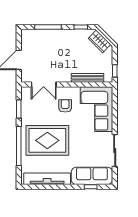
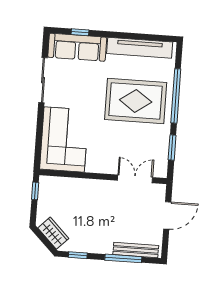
bench: (88, 78) -> (136, 250), moved
armchair: (65, 106) -> (107, 147), removed

